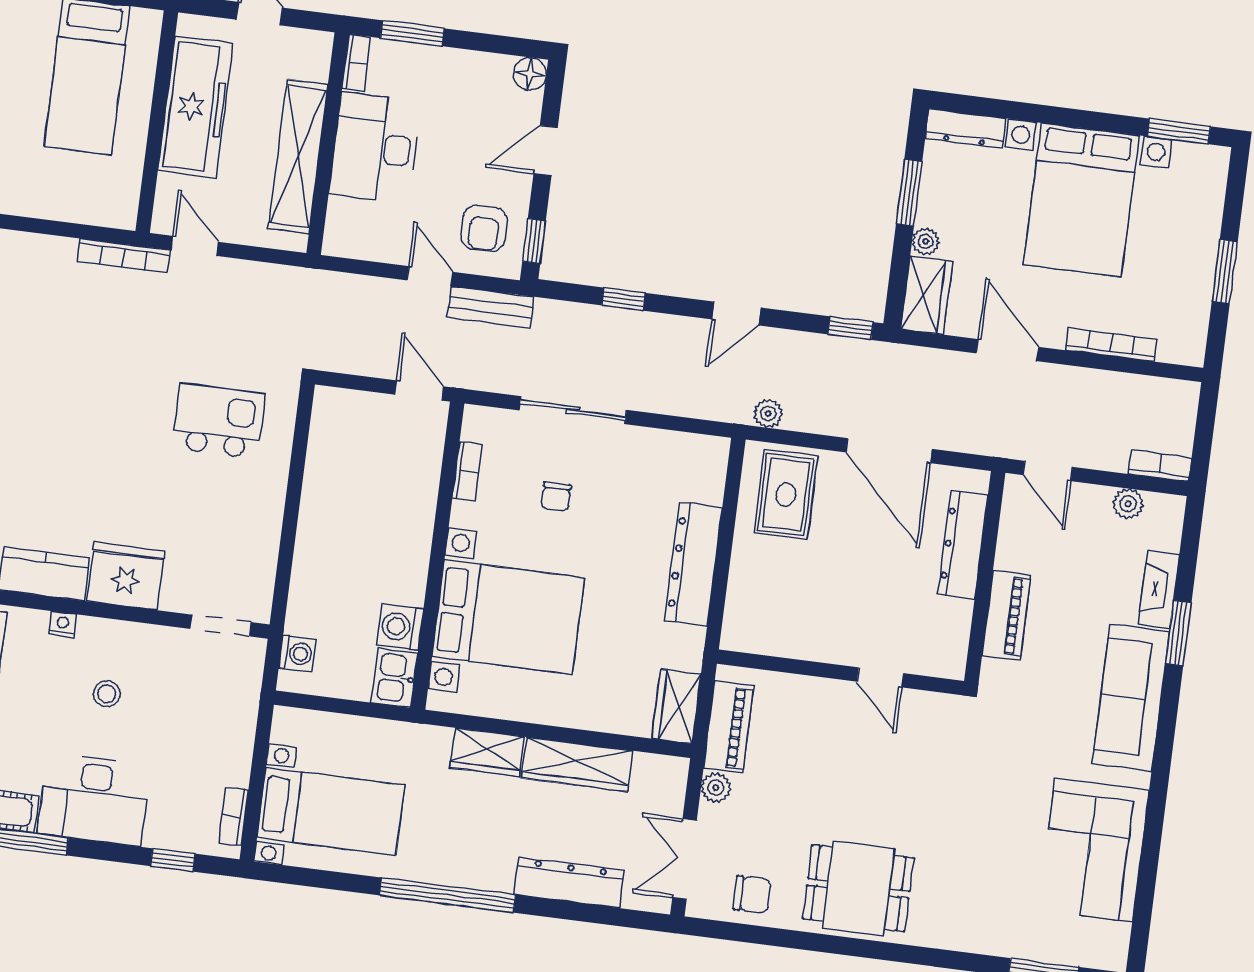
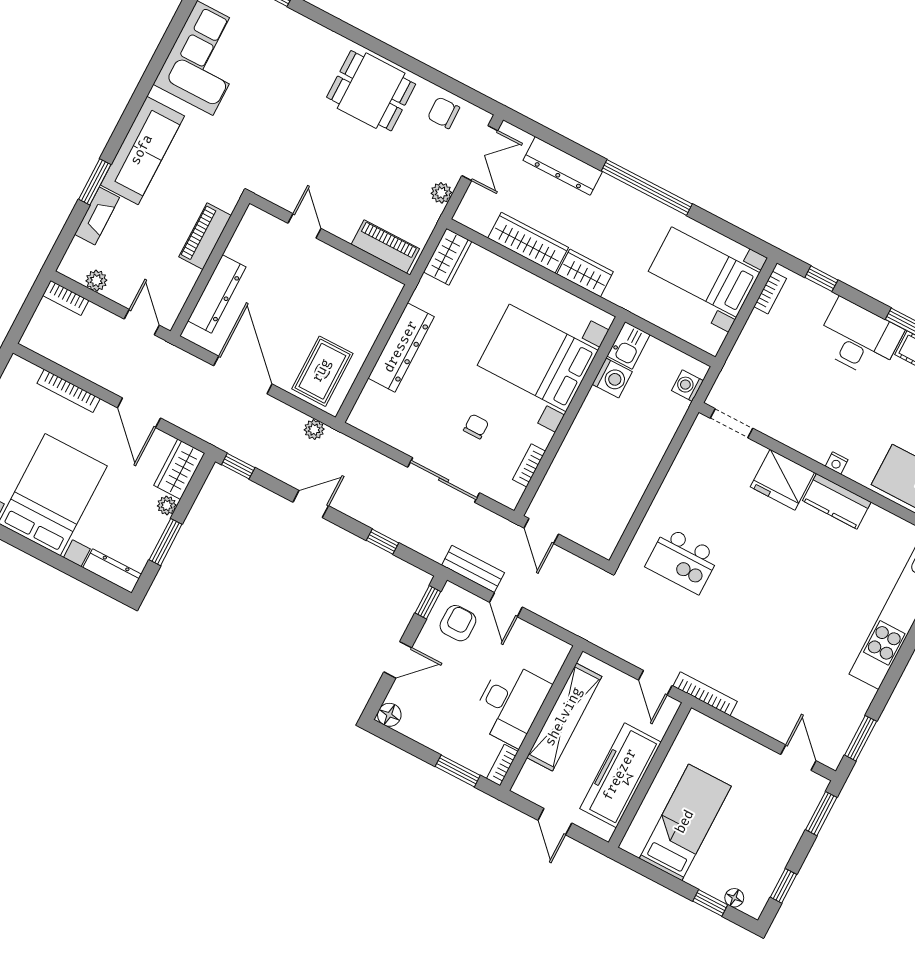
stool: (107, 694) -> (824, 406), removed
piano: (729, 727) -> (385, 247), moved, turned 90

